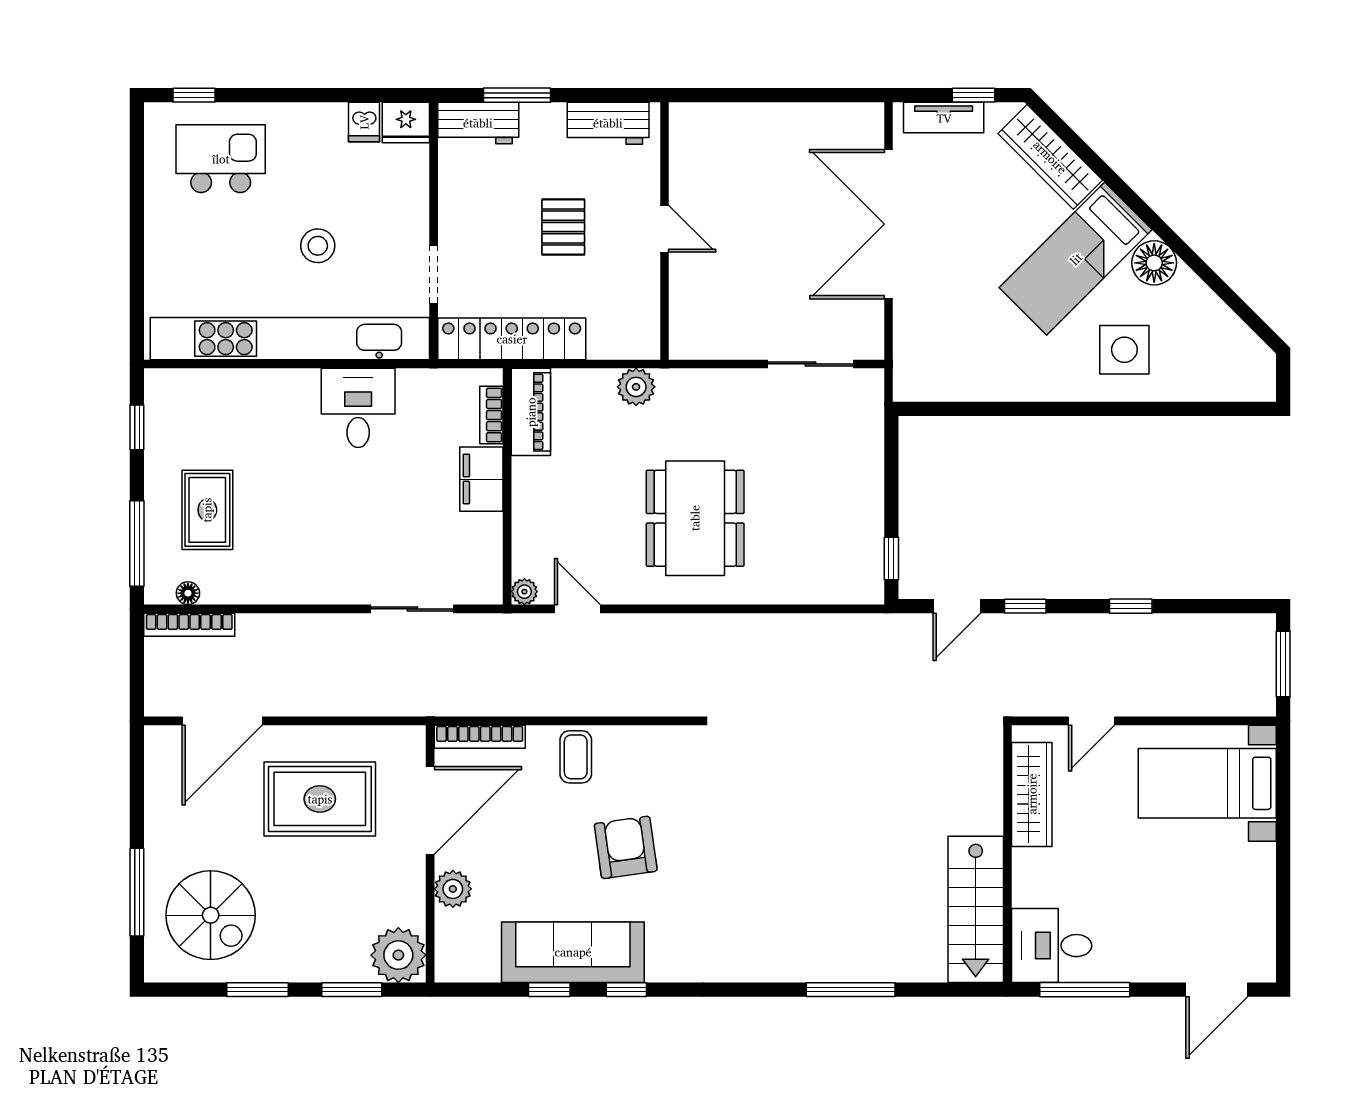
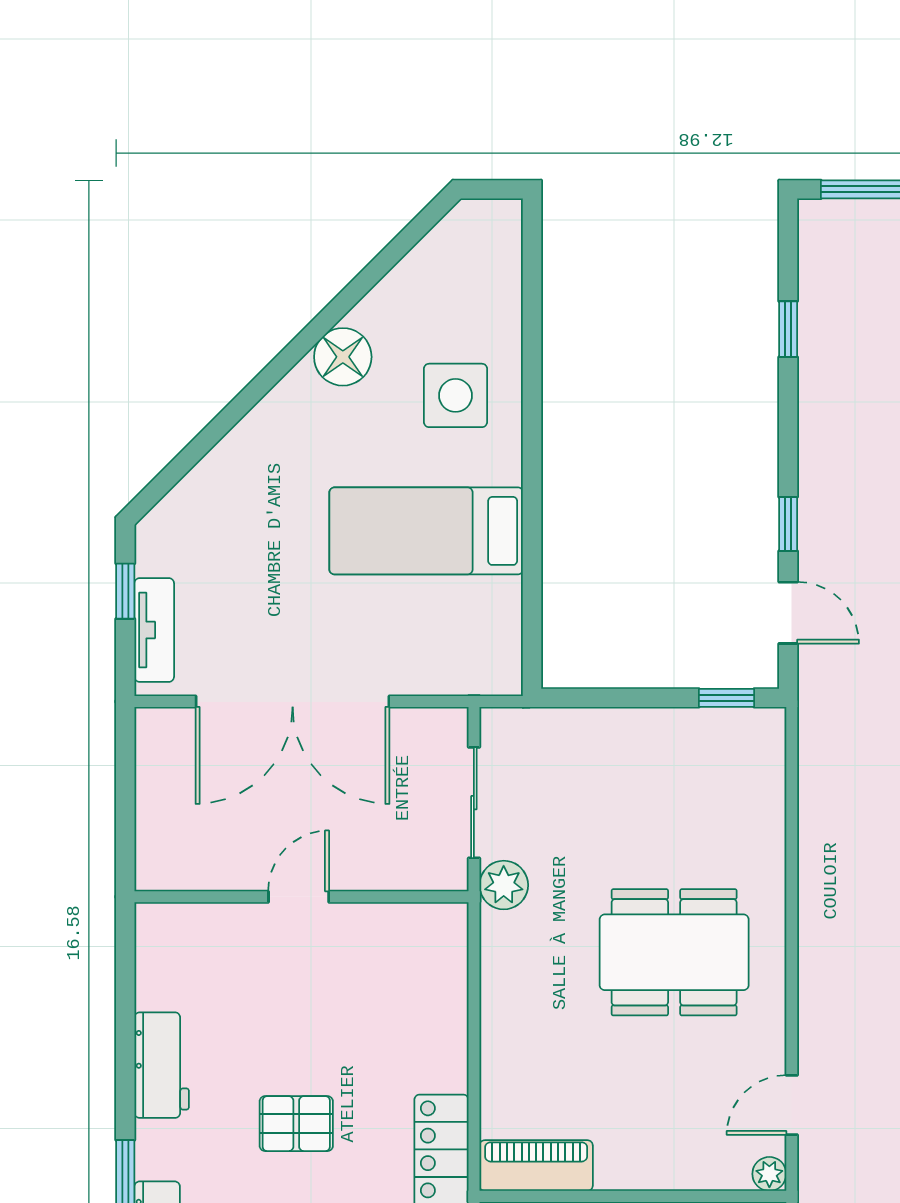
wardrobe: (1050, 157) -> (205, 492), removed
door: (665, 229) -> (299, 897), moved
wall: (665, 231) -> (301, 897), moved
bed: (1076, 259) -> (426, 531), moved, turned 135
plant: (636, 387) -> (504, 885), moved
window: (1131, 606) -> (788, 329), moved

